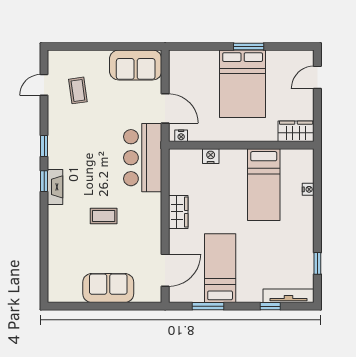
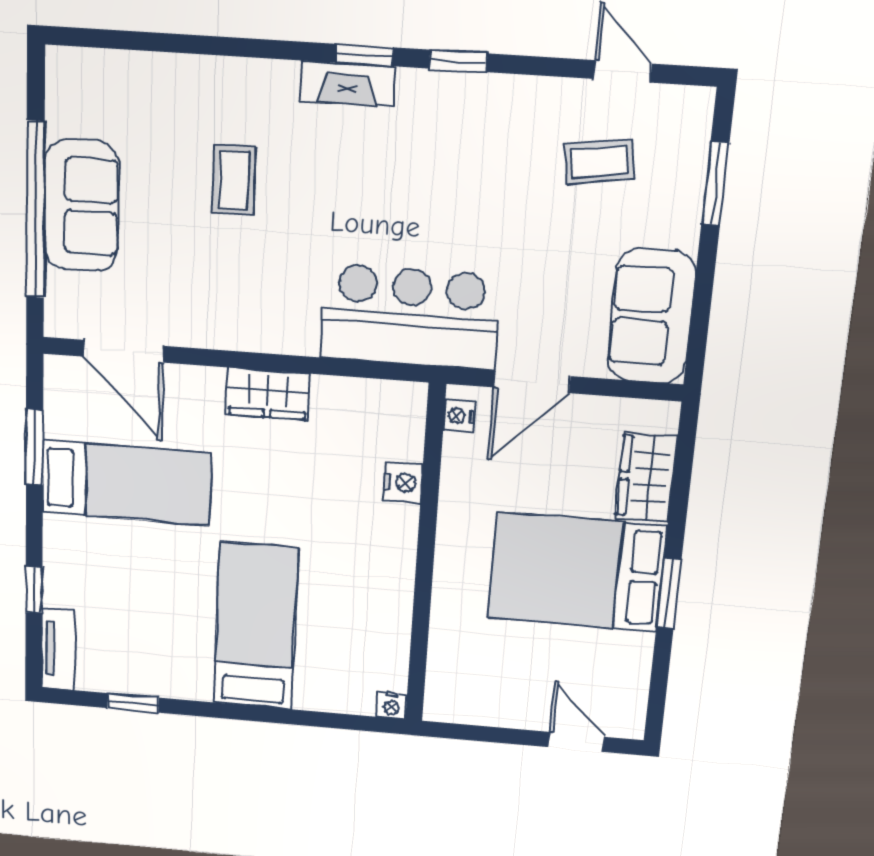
window: (83, 47) -> (715, 183), added
wardrobe: (296, 131) -> (646, 477), moved, turned 180
bed: (264, 185) -> (255, 626), moved, turned 90
nightstand: (308, 189) -> (392, 705), moved
coffee table: (104, 216) -> (234, 180), moved
tv unit: (288, 296) -> (58, 649), width x0.71
window: (111, 306) -> (35, 210), added

